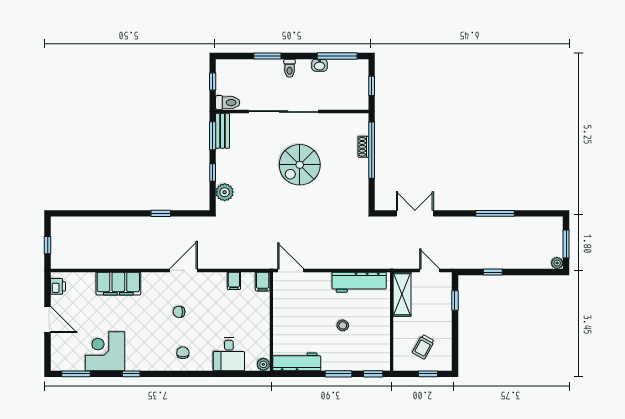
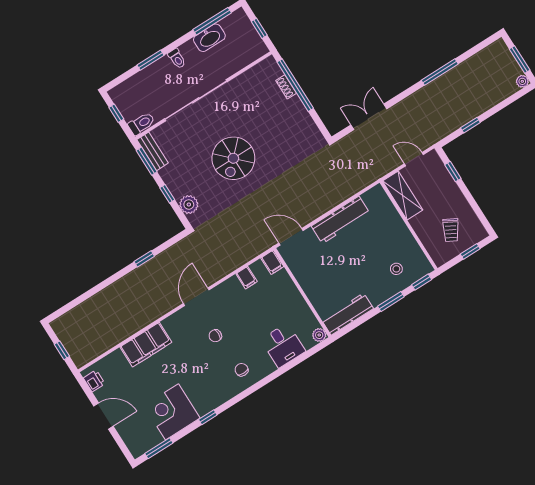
washbasin: (320, 65) -> (209, 38), width x1.91, depth x1.45
spiral stairs: (300, 165) -> (233, 158), moved
workbench: (359, 282) -> (341, 220), moved
stool: (343, 325) -> (396, 269), moved

